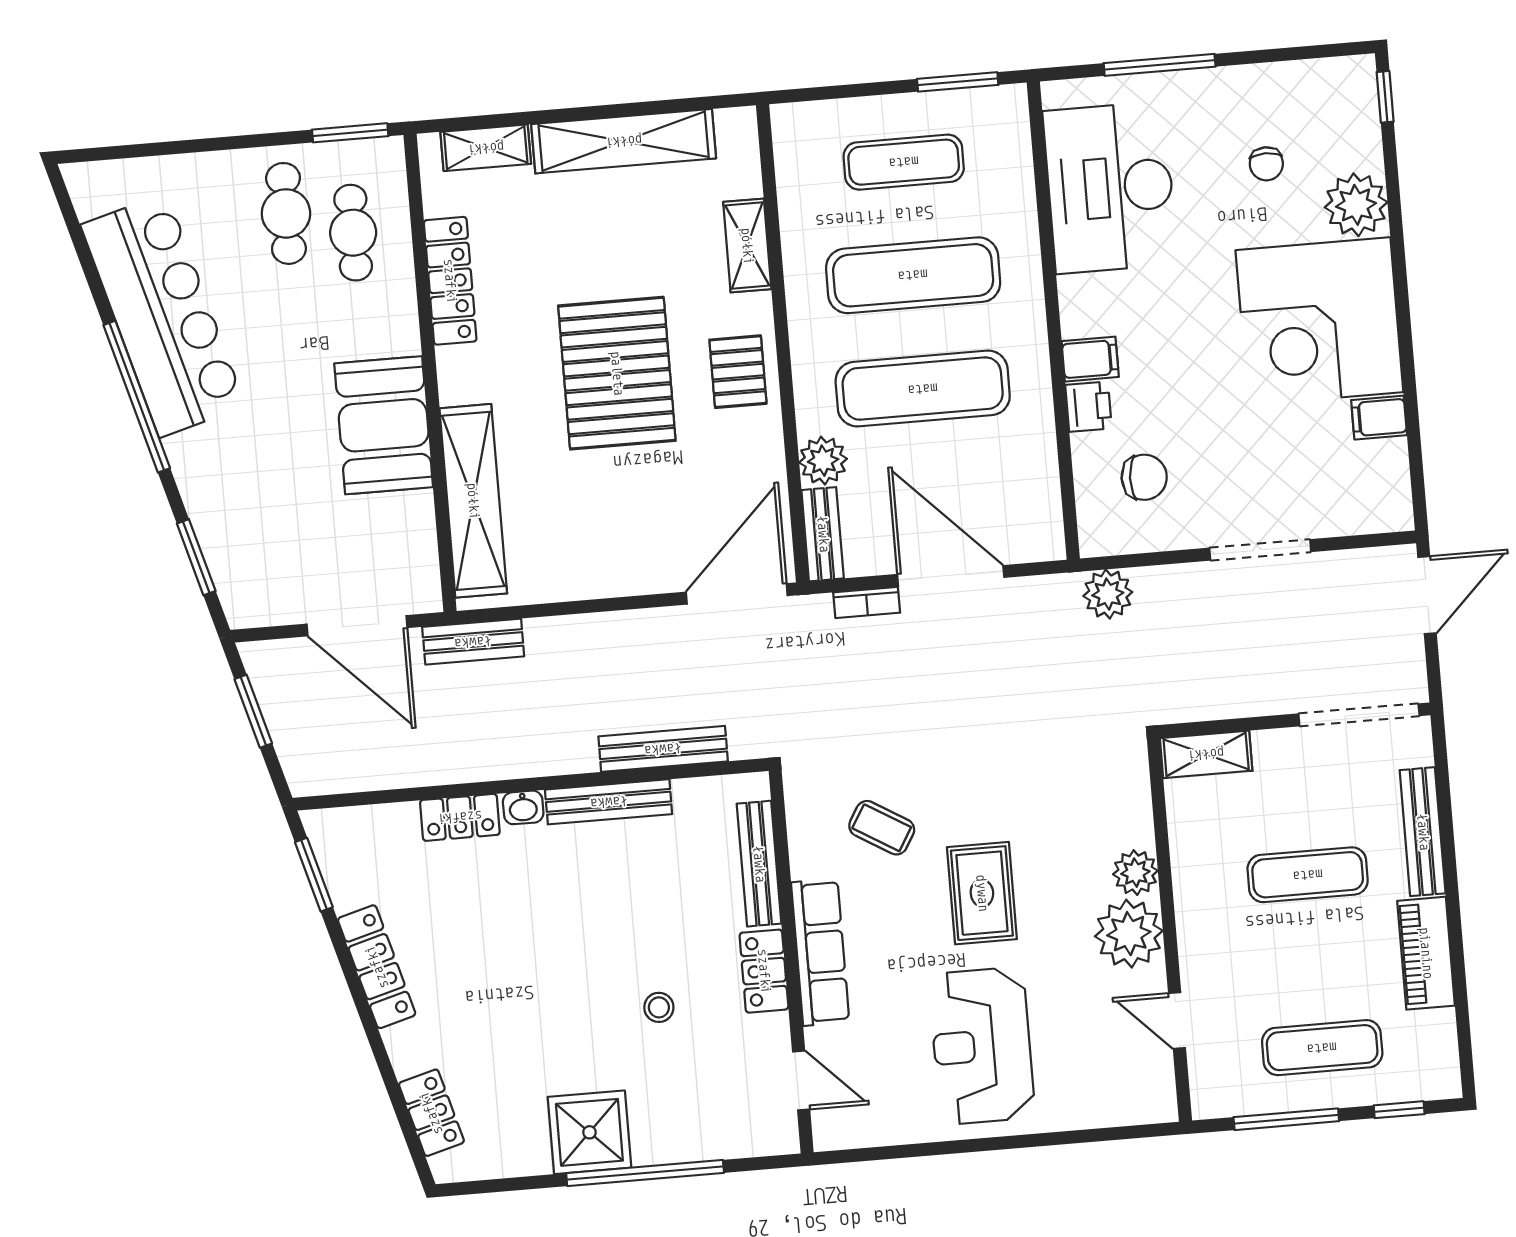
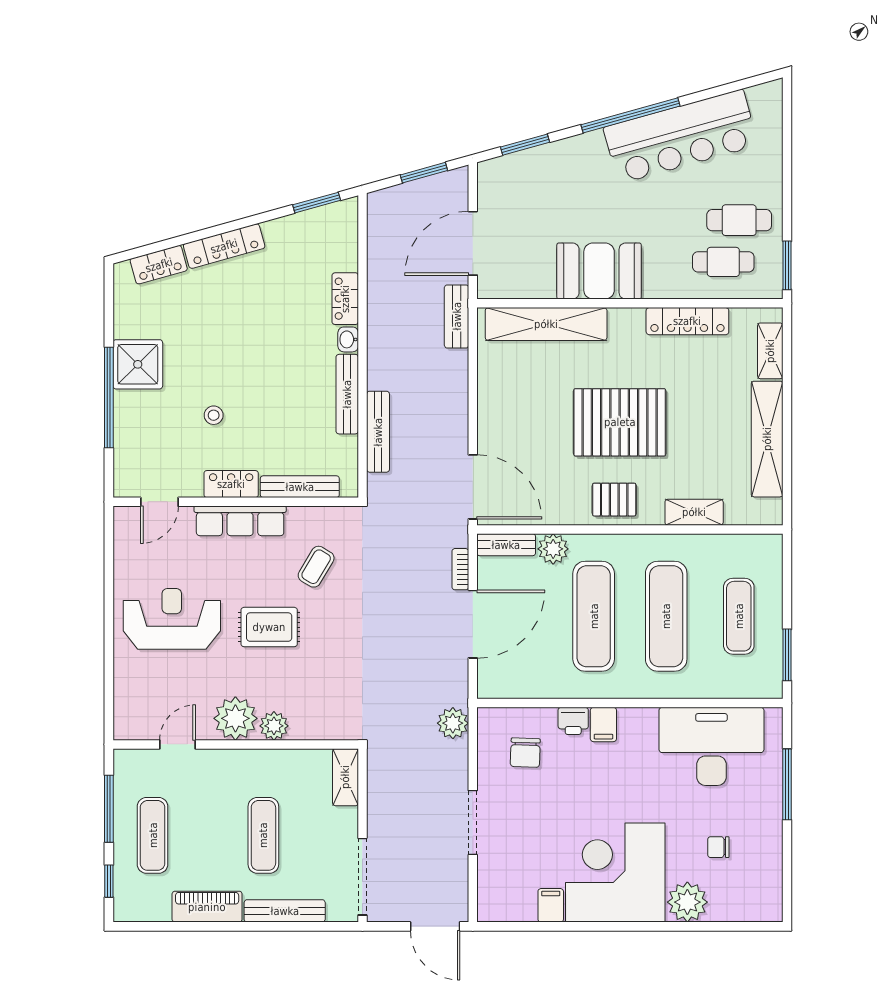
window: (1385, 97) -> (755, 926), removed
locker: (377, 967) -> (224, 246), moved

